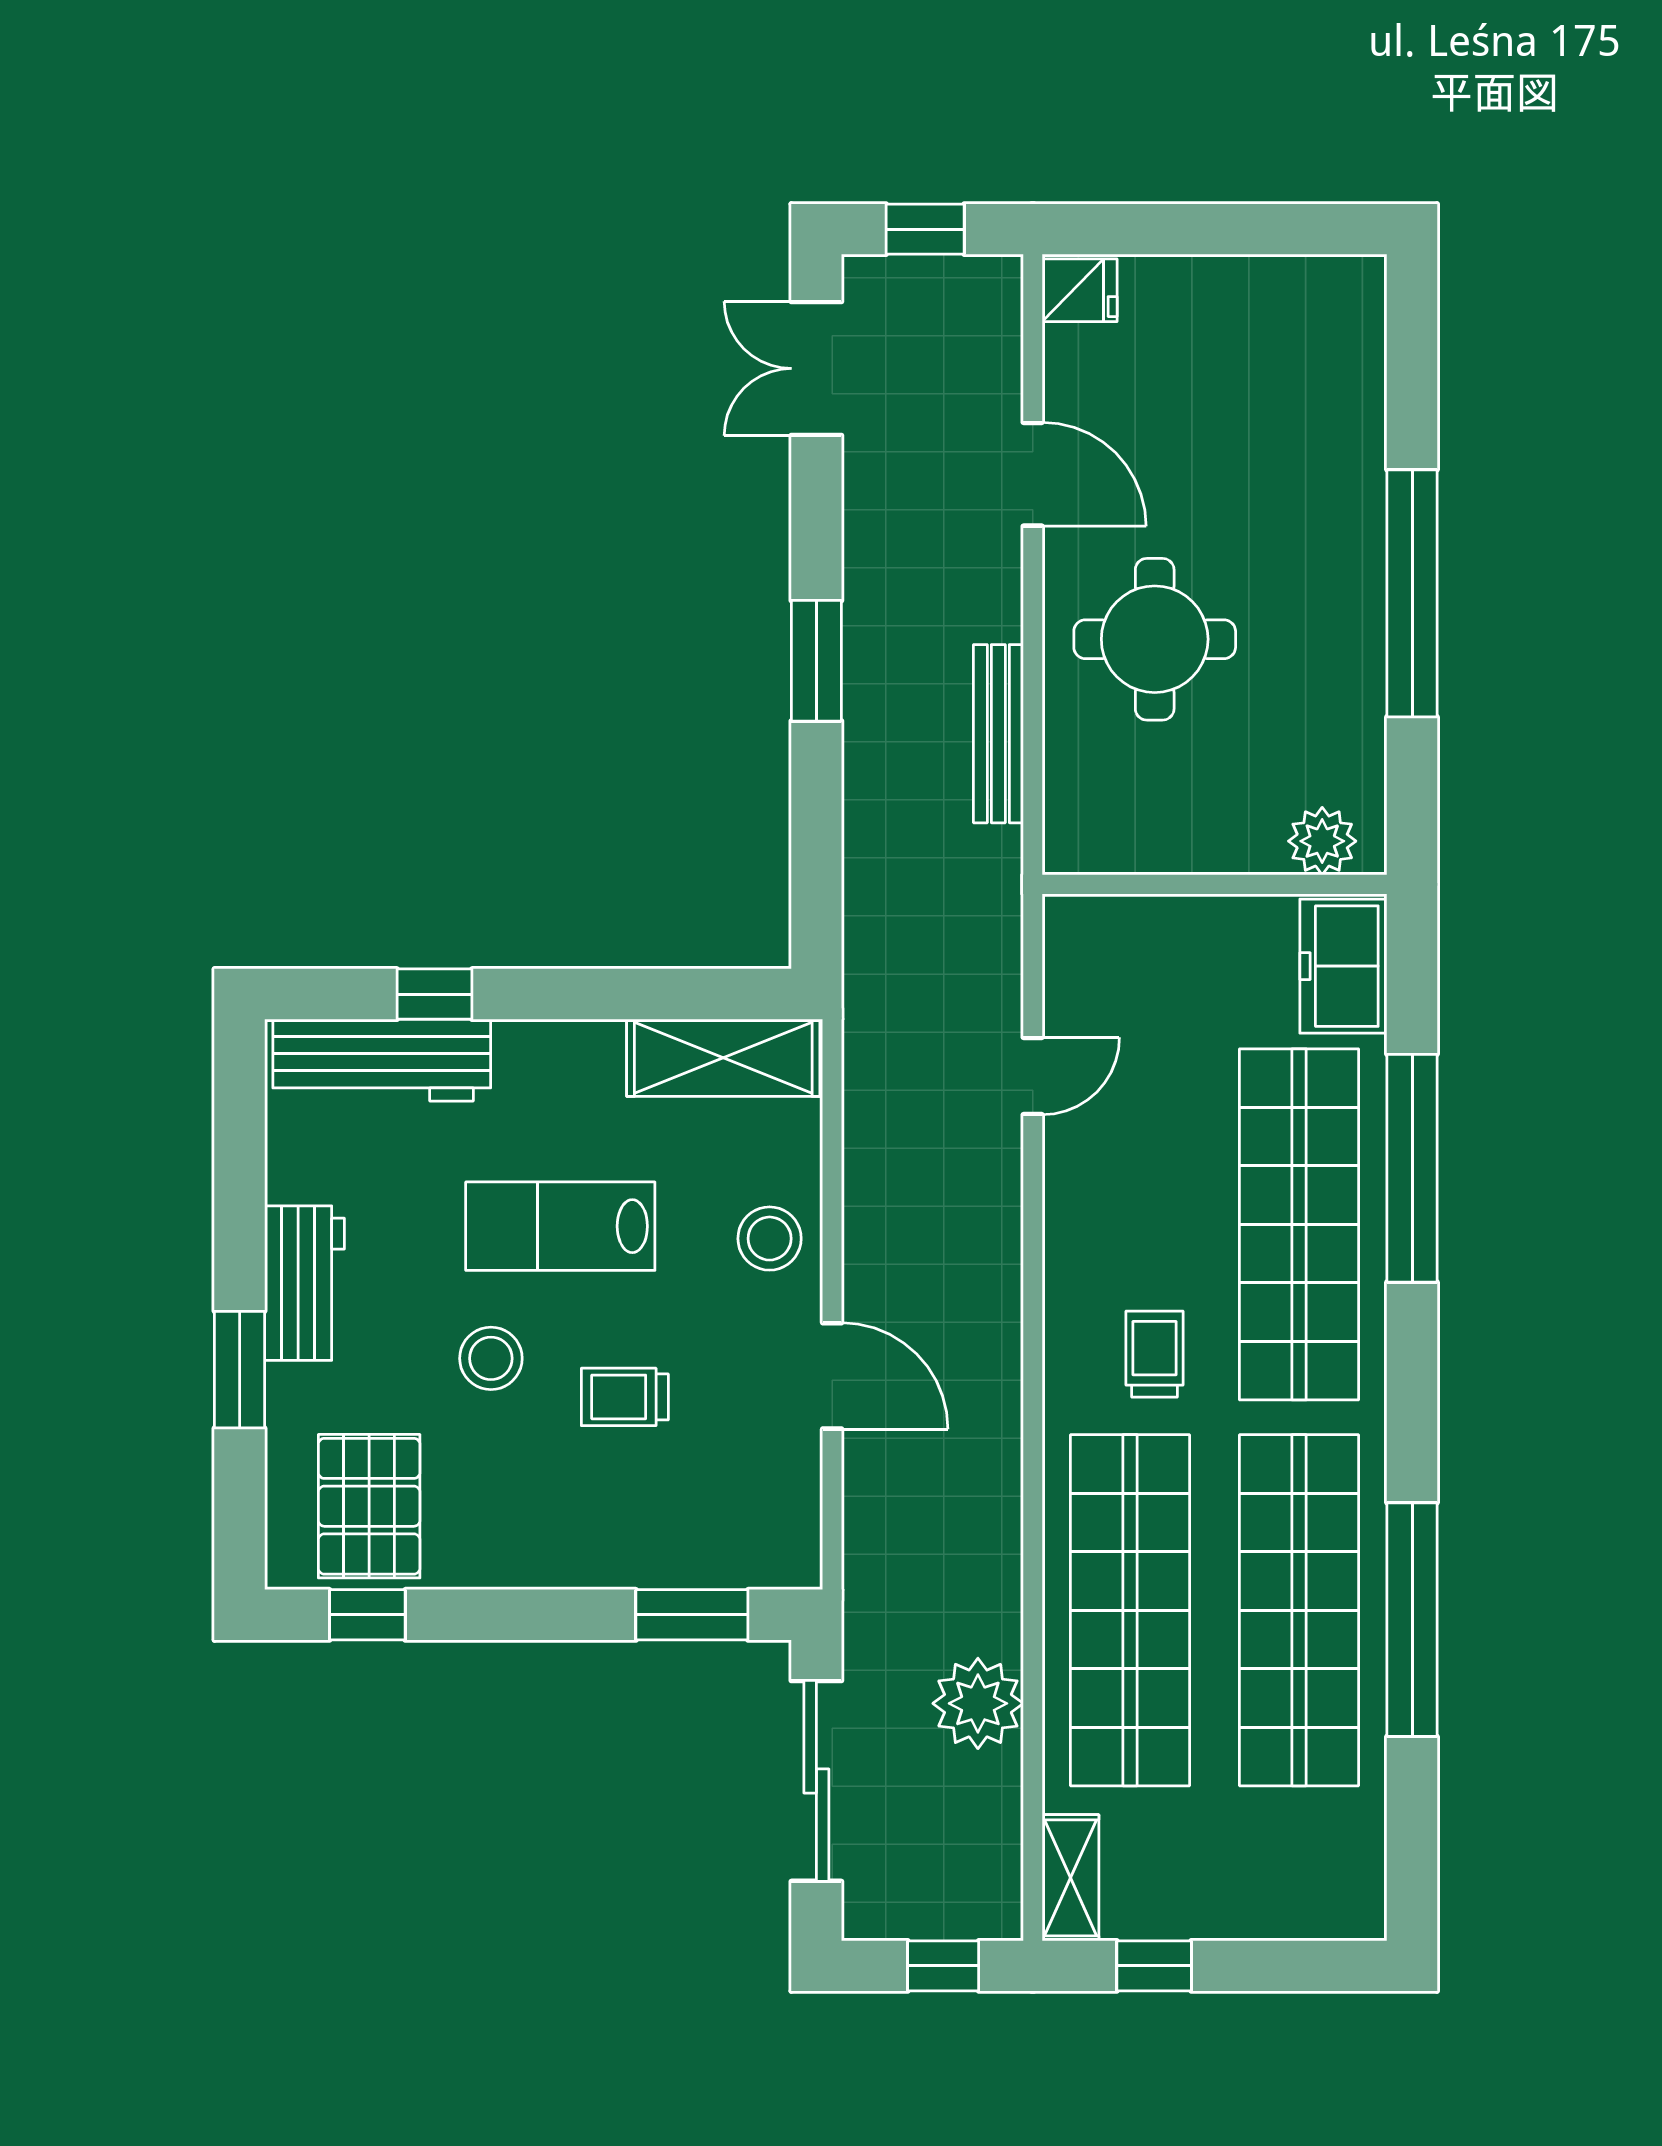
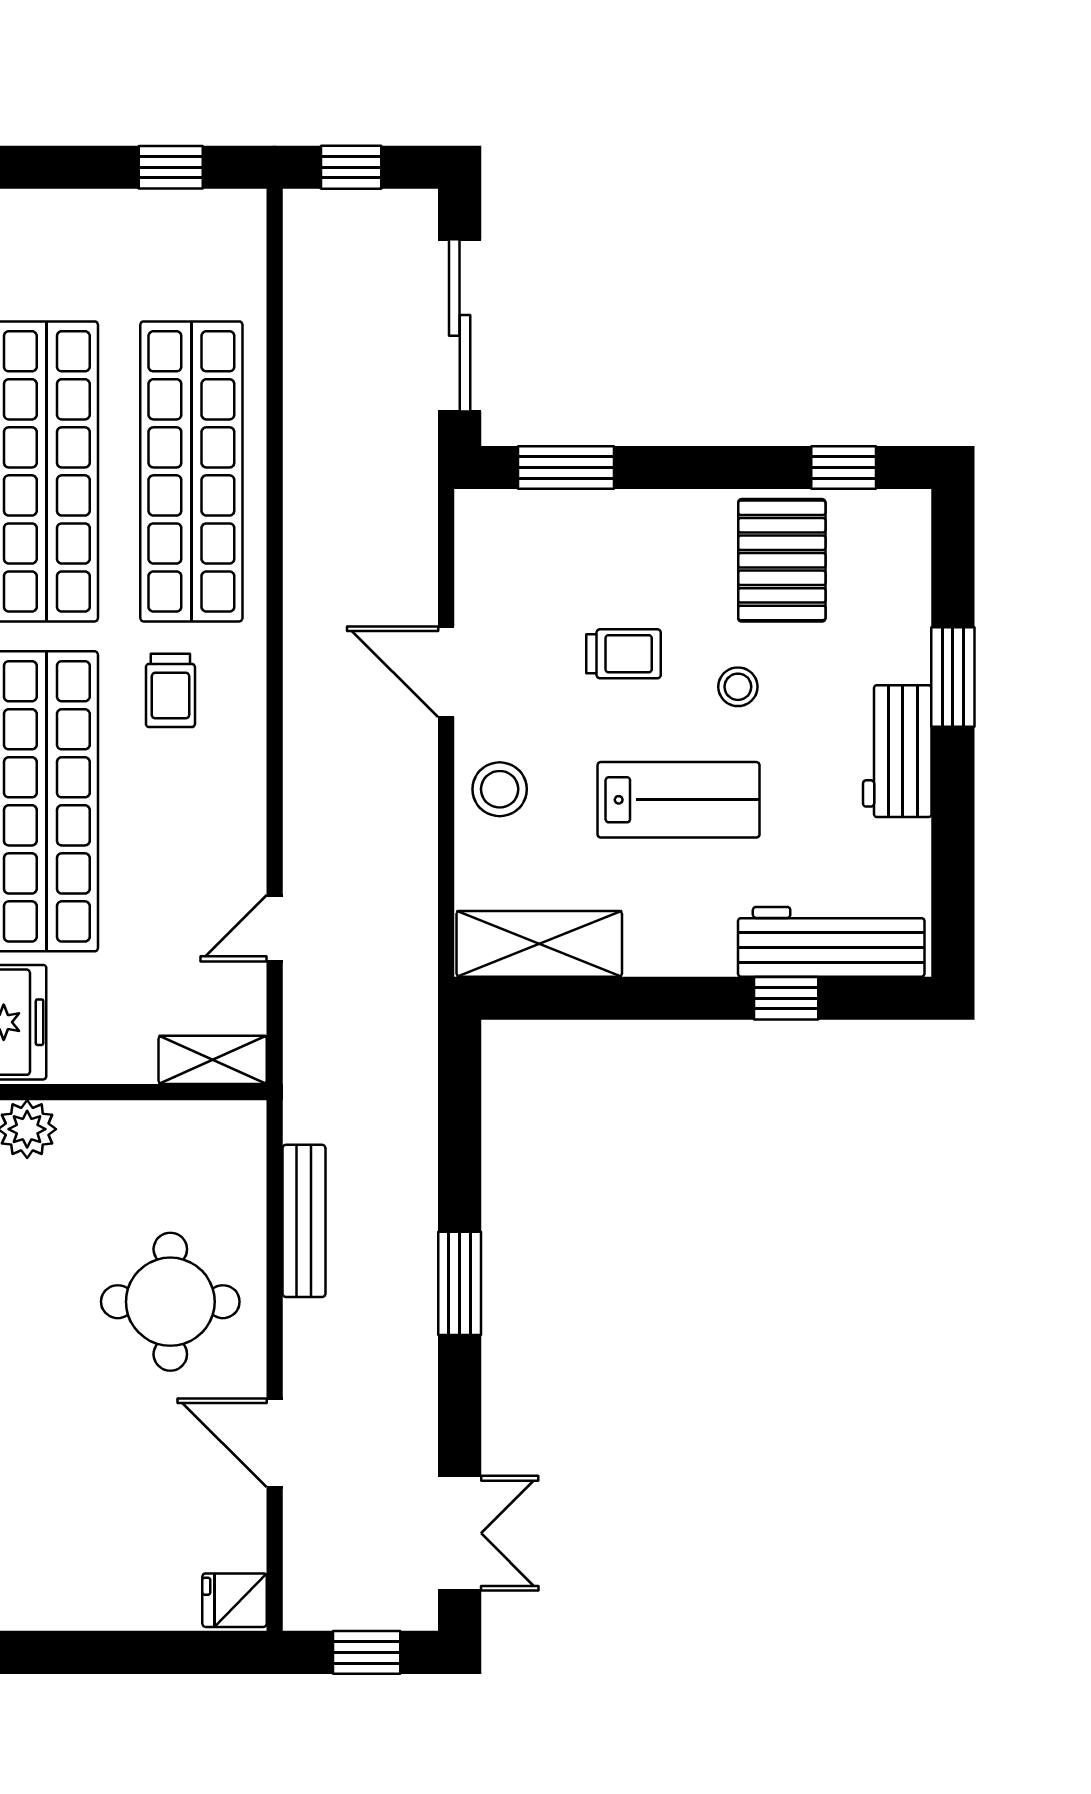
stool: (491, 1358) -> (738, 687), width x0.73, depth x0.73
pallet: (369, 1506) -> (782, 560), moved
plant: (978, 1703) -> (321, 392), removed
shelving: (1070, 1878) -> (213, 1060), moved, turned 90

